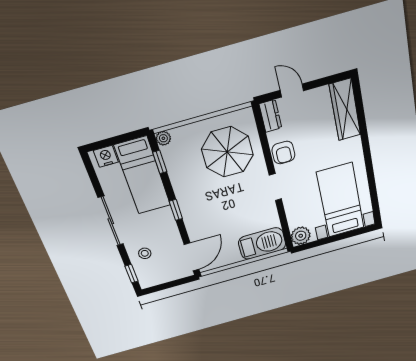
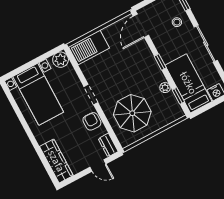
plant: (163, 138) -> (165, 88), moved

